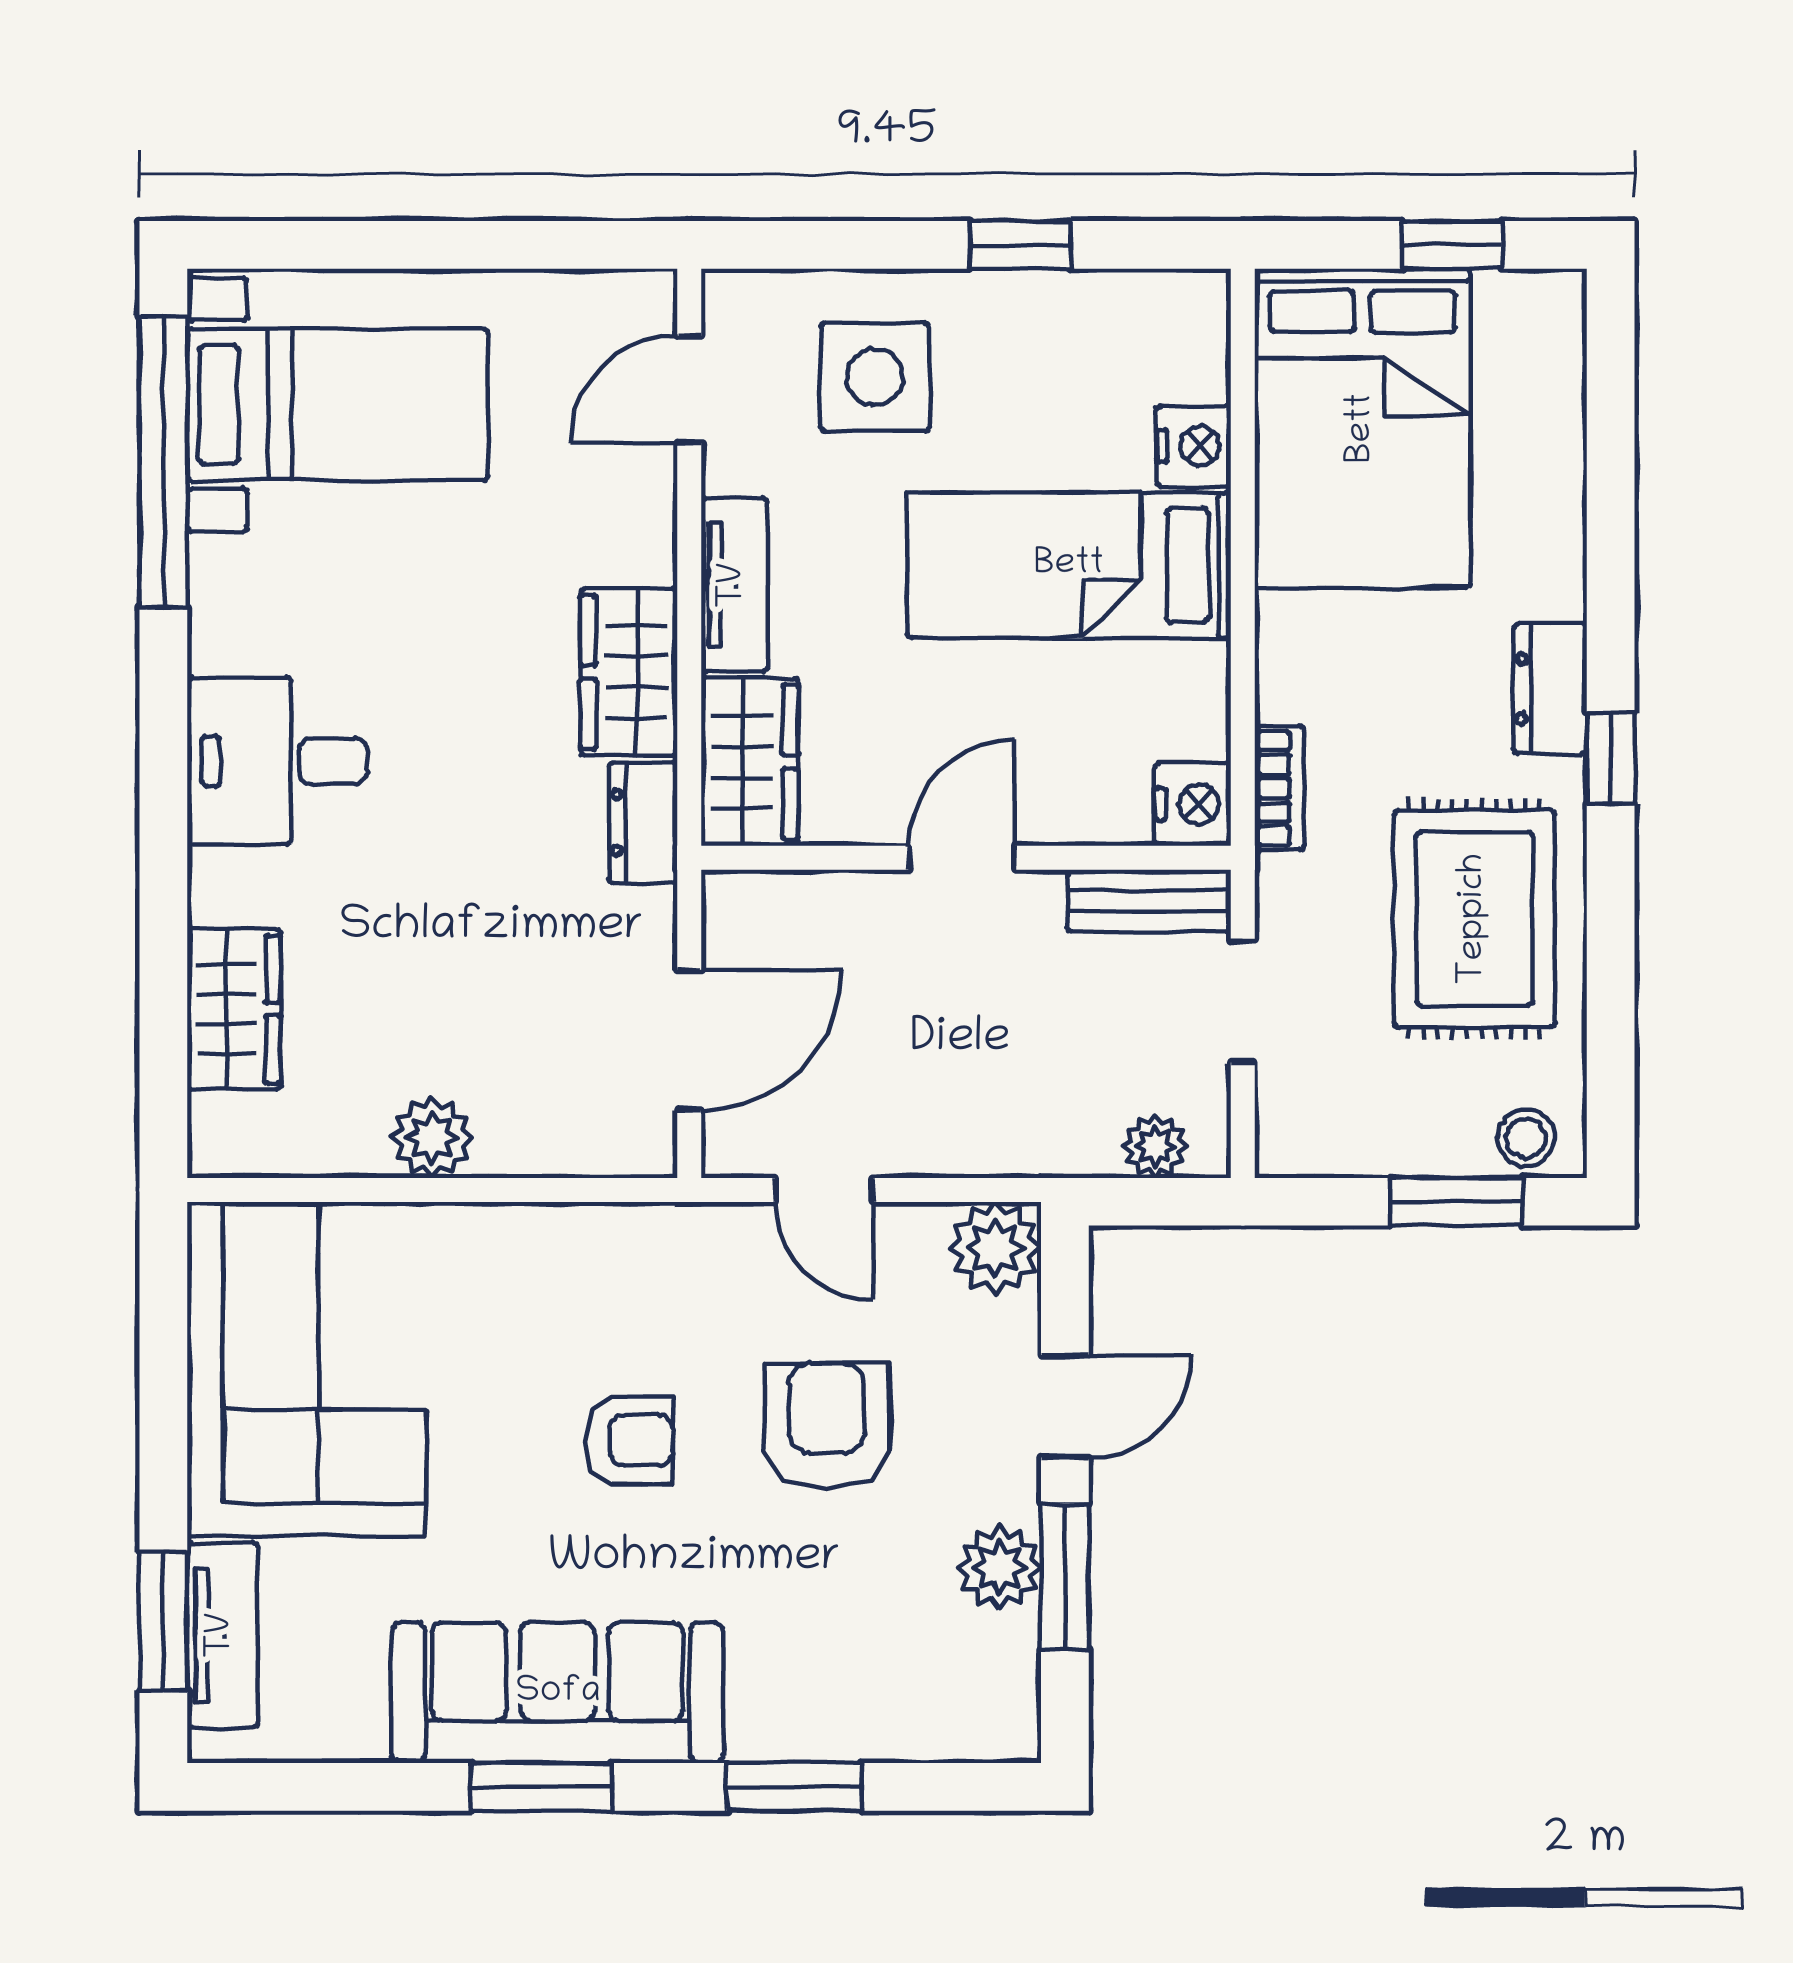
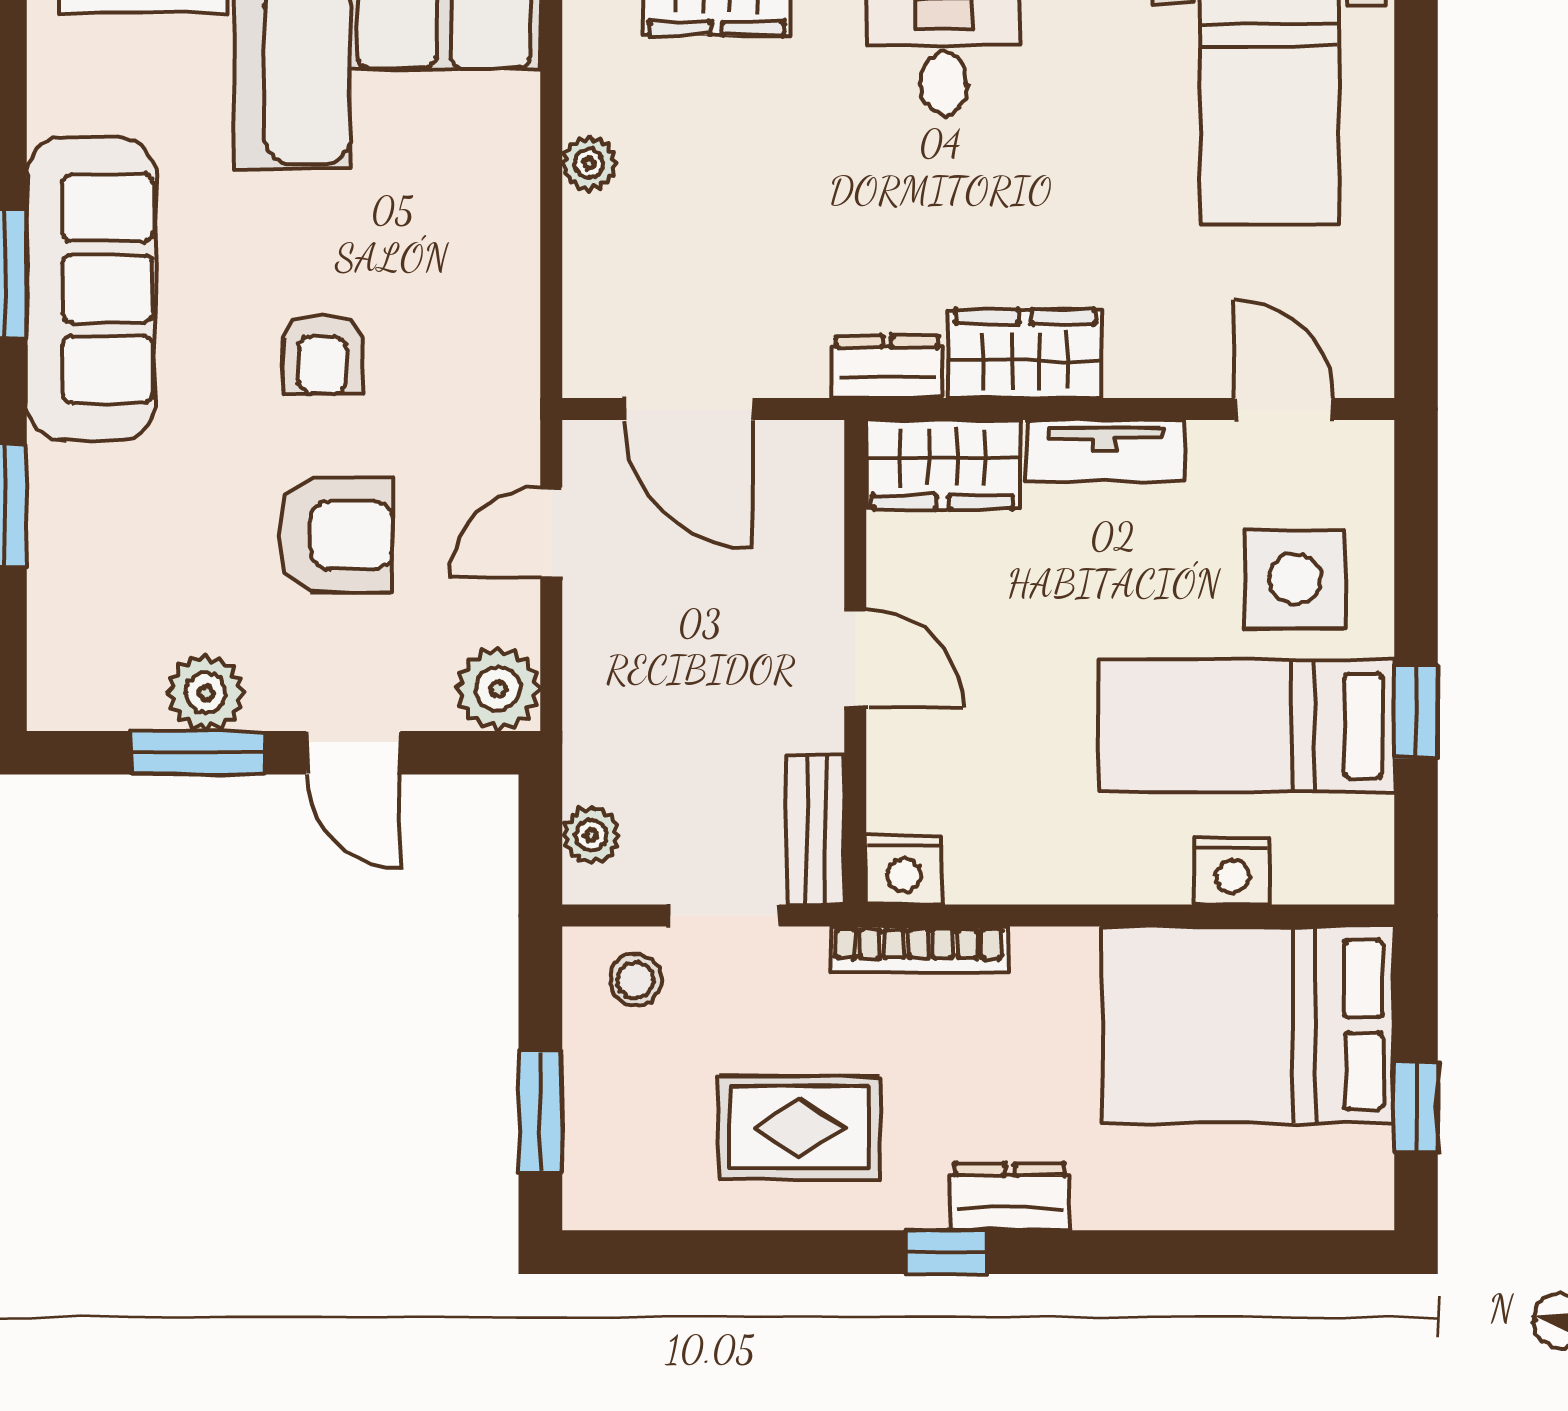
bed: (1069, 565) -> (1246, 726), moved, turned -90
bookcase: (1279, 788) -> (919, 949), width x1.56
rug: (1474, 919) -> (799, 1128), width x0.73, depth x0.70
plant: (432, 1137) -> (589, 163), width x0.73, depth x0.73
stool: (1526, 1138) -> (635, 980), moved

